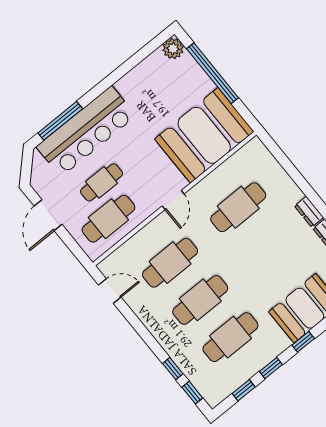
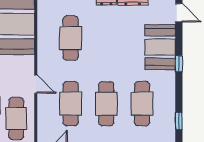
door: (173, 200) -> (36, 84), moved
window: (271, 368) -> (179, 95), removed

